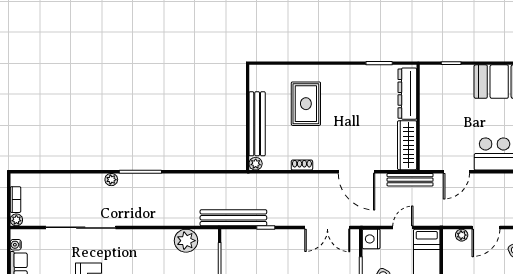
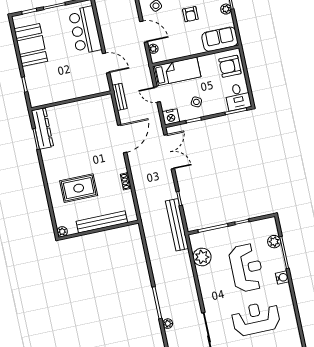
dresser: (407, 94) -> (42, 128), moved, turned -90
wardrobe: (407, 145) -> (94, 105), removed
plant: (256, 164) -> (62, 232), moved
bench: (410, 180) -> (120, 97), width x0.73

